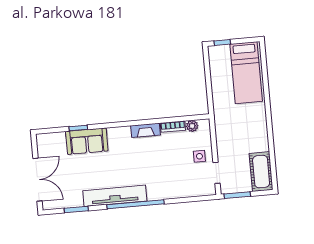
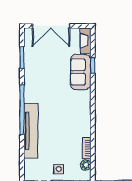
fireplace: (145, 130) -> (86, 41), moved
tv unit: (115, 196) -> (31, 131), moved

